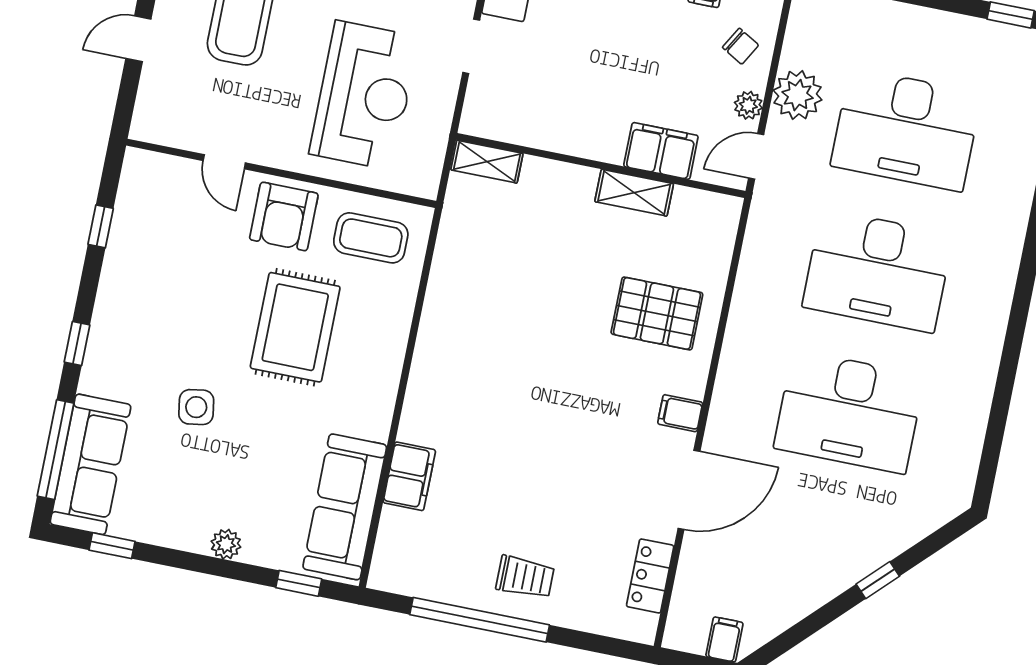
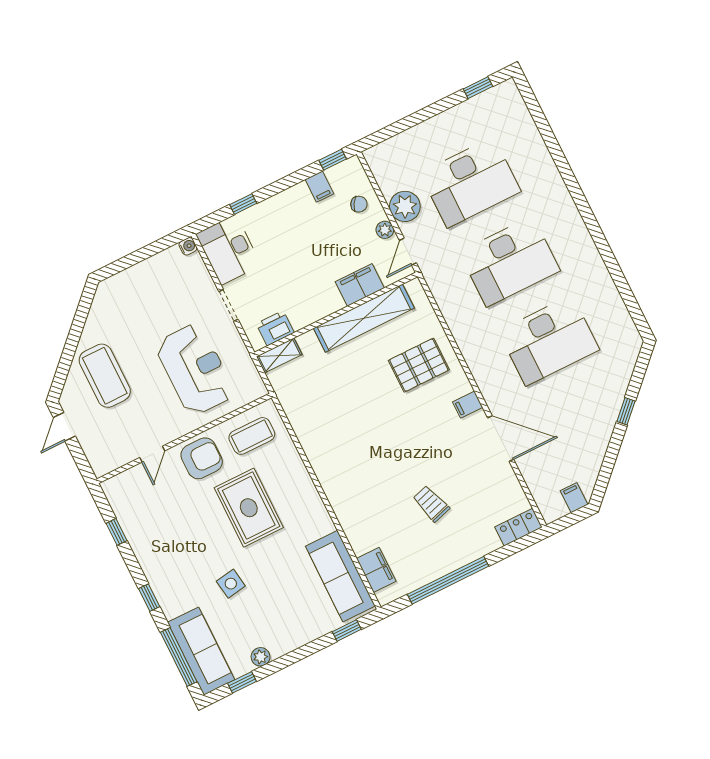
printer: (509, 122) -> (275, 328), added
door: (224, 162) -> (152, 454), hinge flipped
shelving: (634, 193) -> (364, 318), width x2.20, depth x1.33
armchair: (284, 216) -> (202, 458), turned -90
filing cabinet: (409, 476) -> (376, 570), moved
door: (689, 490) -> (501, 439), hinge flipped
plant: (226, 544) -> (261, 657), moved
locker: (650, 576) -> (518, 527), moved, turned 90
trolley: (525, 577) -> (431, 504), moved, turned -107

